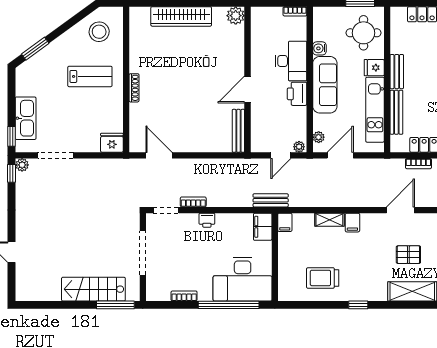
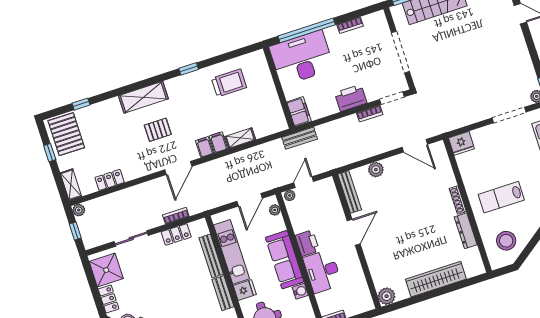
dresser: (136, 55) -> (466, 231), added
plant: (205, 145) -> (376, 170), added
printer: (207, 220) -> (351, 98), width x1.87, depth x1.48
filing cabinet: (285, 222) -> (205, 147), moved

